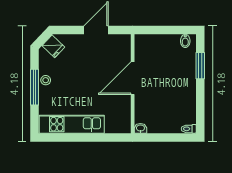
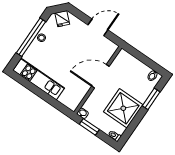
window: (35, 87) -> (31, 37), width x1.46
shower: (178, 95) -> (123, 108), added
window: (157, 137) -> (89, 127), added

